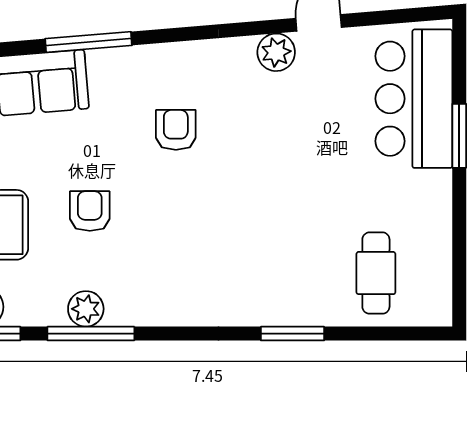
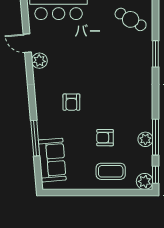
armchair: (176, 130) -> (71, 102), turned -90
cafe table: (376, 273) -> (131, 19), turned 30

